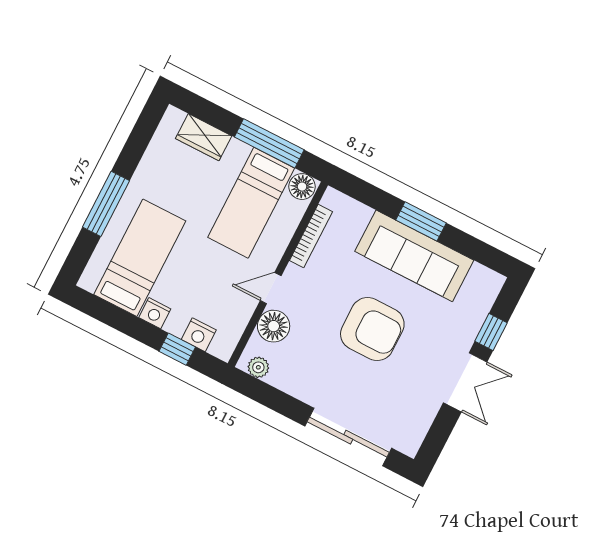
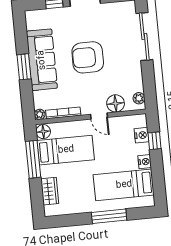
plant: (332, 198) -> (40, 114), added
armchair: (372, 329) -> (88, 57), turned -90

